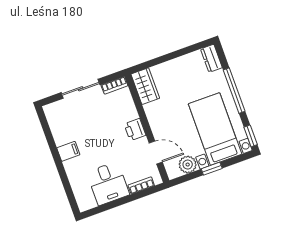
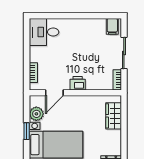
wardrobe: (145, 86) -> (114, 116), moved, turned 90
filing cabinet: (68, 151) -> (112, 26), moved
desk: (108, 183) -> (44, 32), moved

